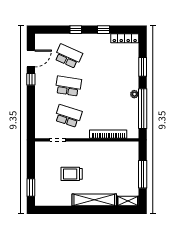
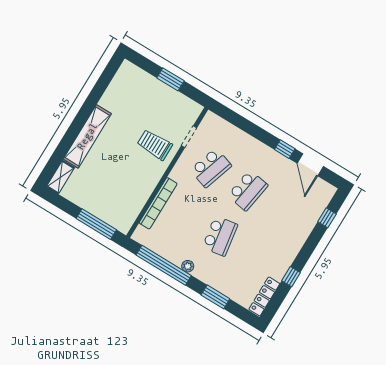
window: (76, 30) -> (327, 218), moved
school desk: (68, 56) -> (220, 236), moved, turned -33
trolley: (72, 174) -> (155, 145), moved, turned -90
window: (143, 174) -> (96, 224), moved
window: (31, 187) -> (170, 79), moved

